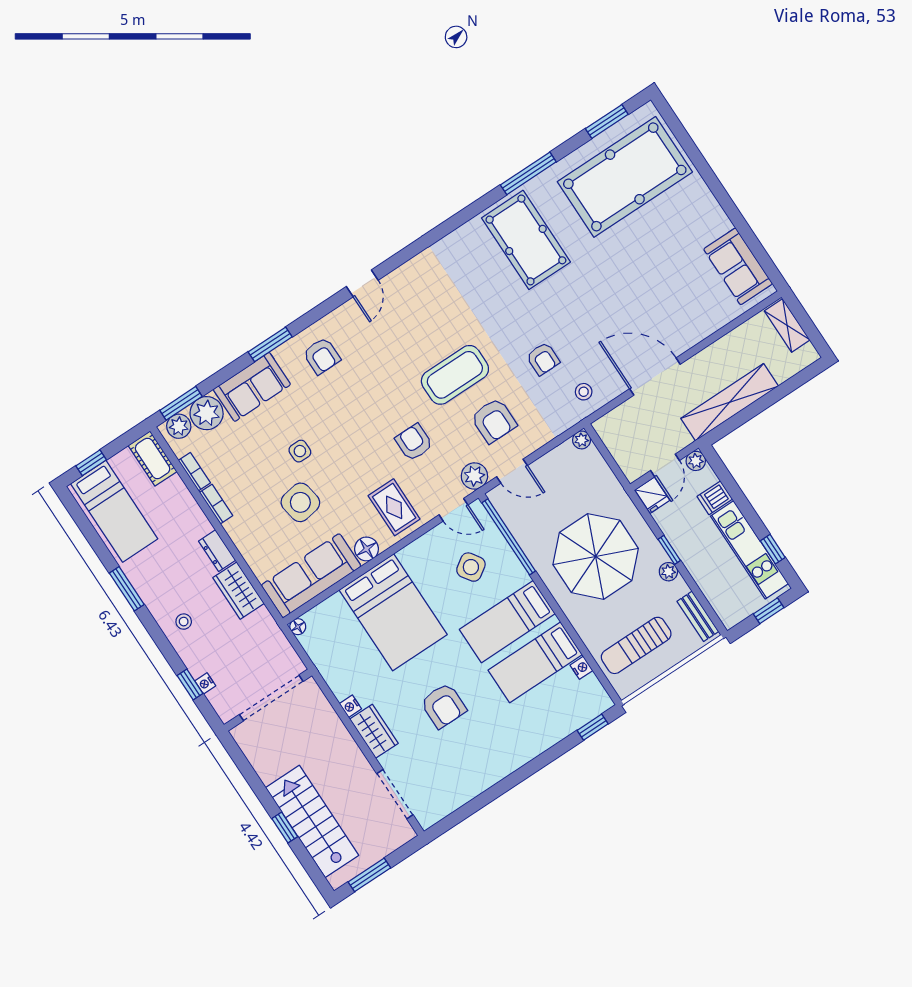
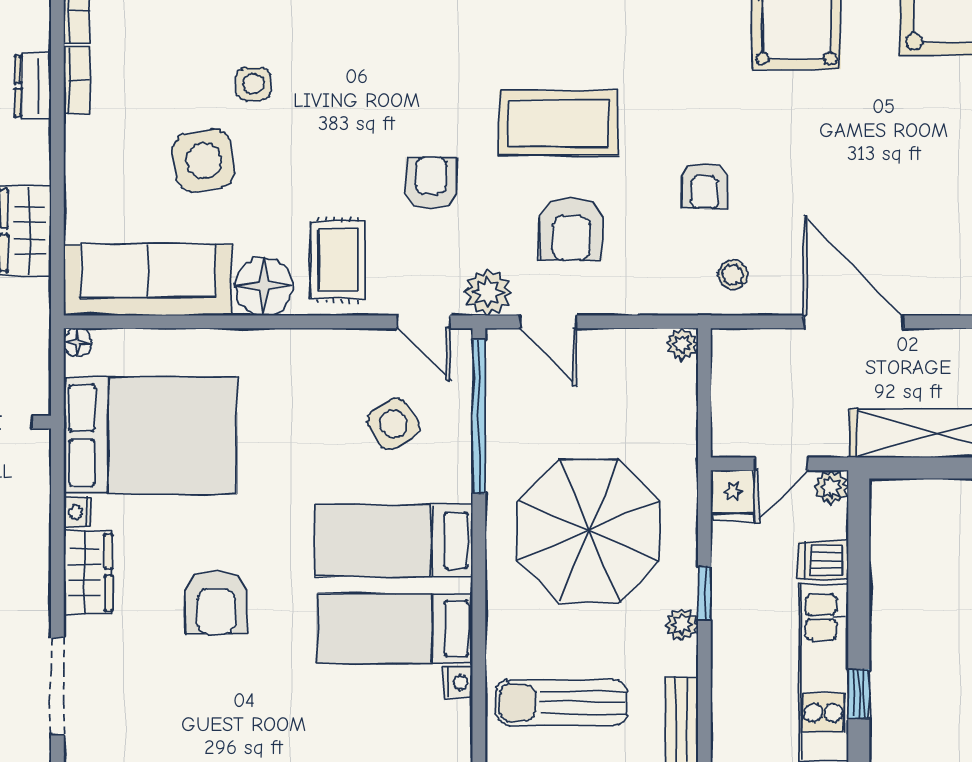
floor lamp: (367, 549) -> (264, 287), width x1.38, depth x1.38
dresser: (217, 551) -> (33, 86), moved
bed: (393, 612) -> (150, 435), moved, turned -90

